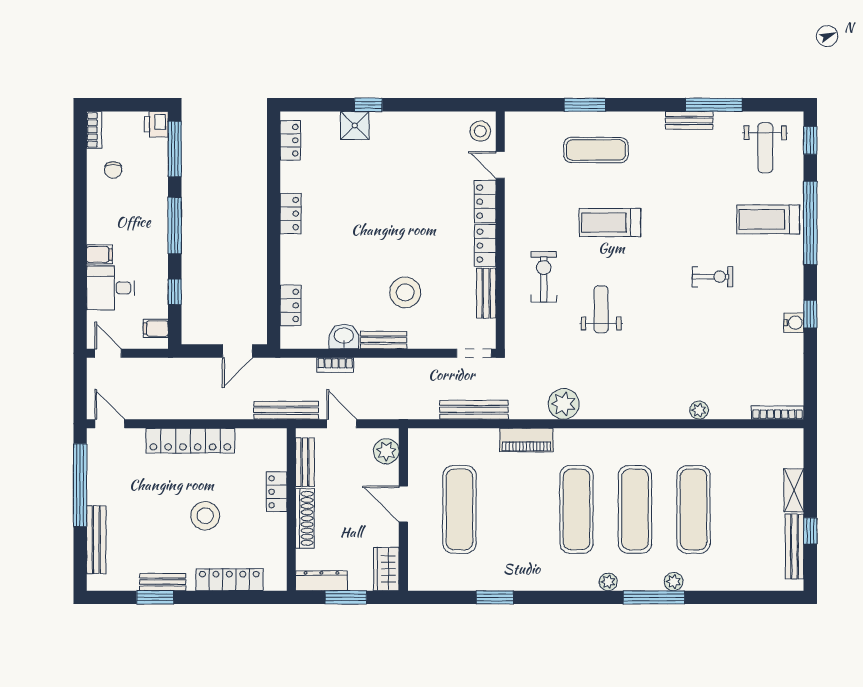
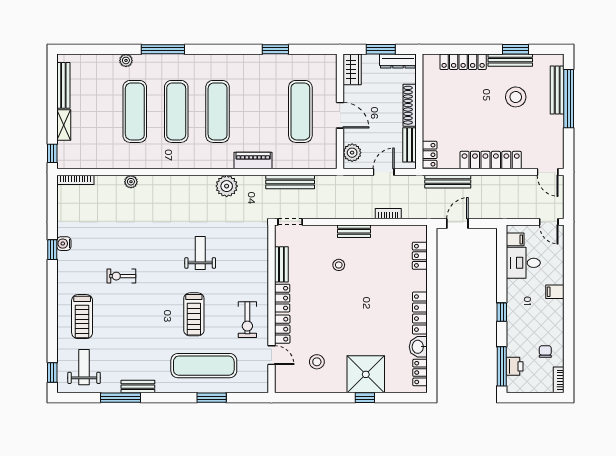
printer: (156, 124) -> (515, 366), moved
shower: (355, 125) -> (366, 374), width x1.86, depth x1.86
stool: (480, 131) -> (317, 362), moved
exercise mat: (596, 150) -> (204, 366), width x1.36, depth x1.45
locker: (291, 214) -> (420, 313), width x1.53
treadmill: (768, 219) -> (82, 317), turned 90
treadmill: (610, 223) -> (194, 314), turned 90
window: (810, 223) -> (52, 314), removed
window: (175, 226) -> (502, 312), width x0.46
exercise bike: (544, 277) -> (247, 320), moved
desk: (111, 288) -> (523, 263), moved, turned 180
window: (175, 292) -> (502, 265), removed
stool: (405, 292) -> (339, 265), width x0.53, depth x0.53
weight bench: (601, 309) -> (200, 253), turned 180
washbasin: (344, 336) -> (418, 347), moved, turned 90
bench: (286, 410) -> (448, 182), moved
door: (342, 424) -> (384, 172), swing flipped
window: (80, 485) -> (569, 99), moved
locker: (277, 492) -> (430, 155), moved
stool: (205, 516) -> (516, 97), moved
window: (810, 531) -> (52, 153), moved
bench: (163, 582) -> (510, 60), width x1.36
plant: (608, 582) -> (195, 60), removed
plant: (674, 582) -> (126, 60), moved

